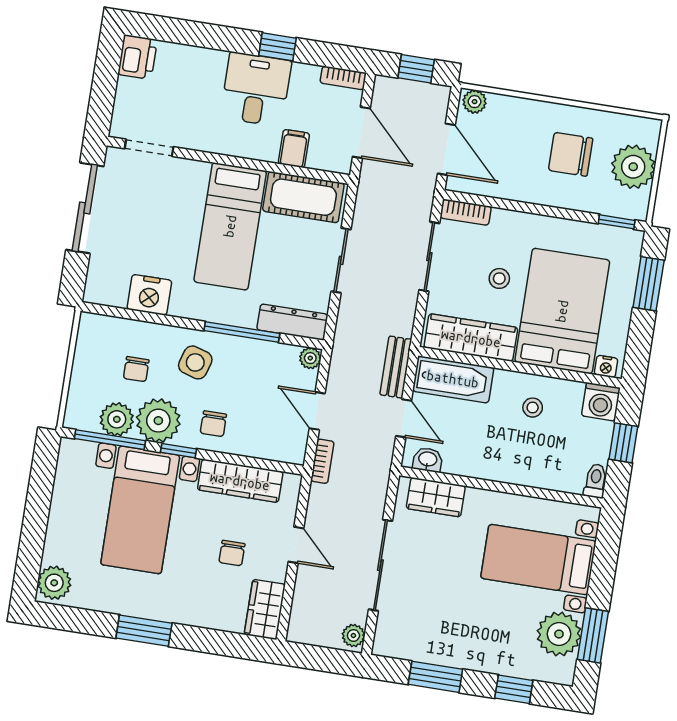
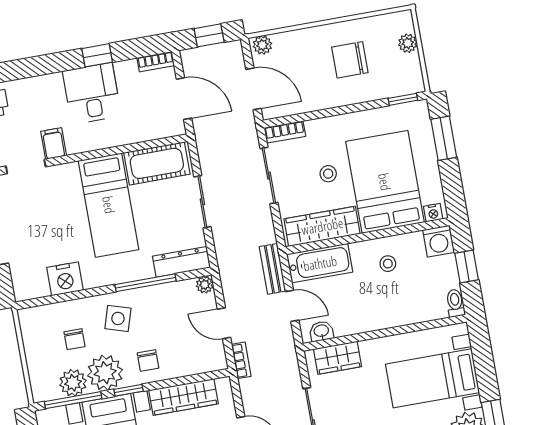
filing cabinet: (294, 148) -> (54, 144), moved
plant: (633, 167) -> (408, 43), width x0.53, depth x0.53

